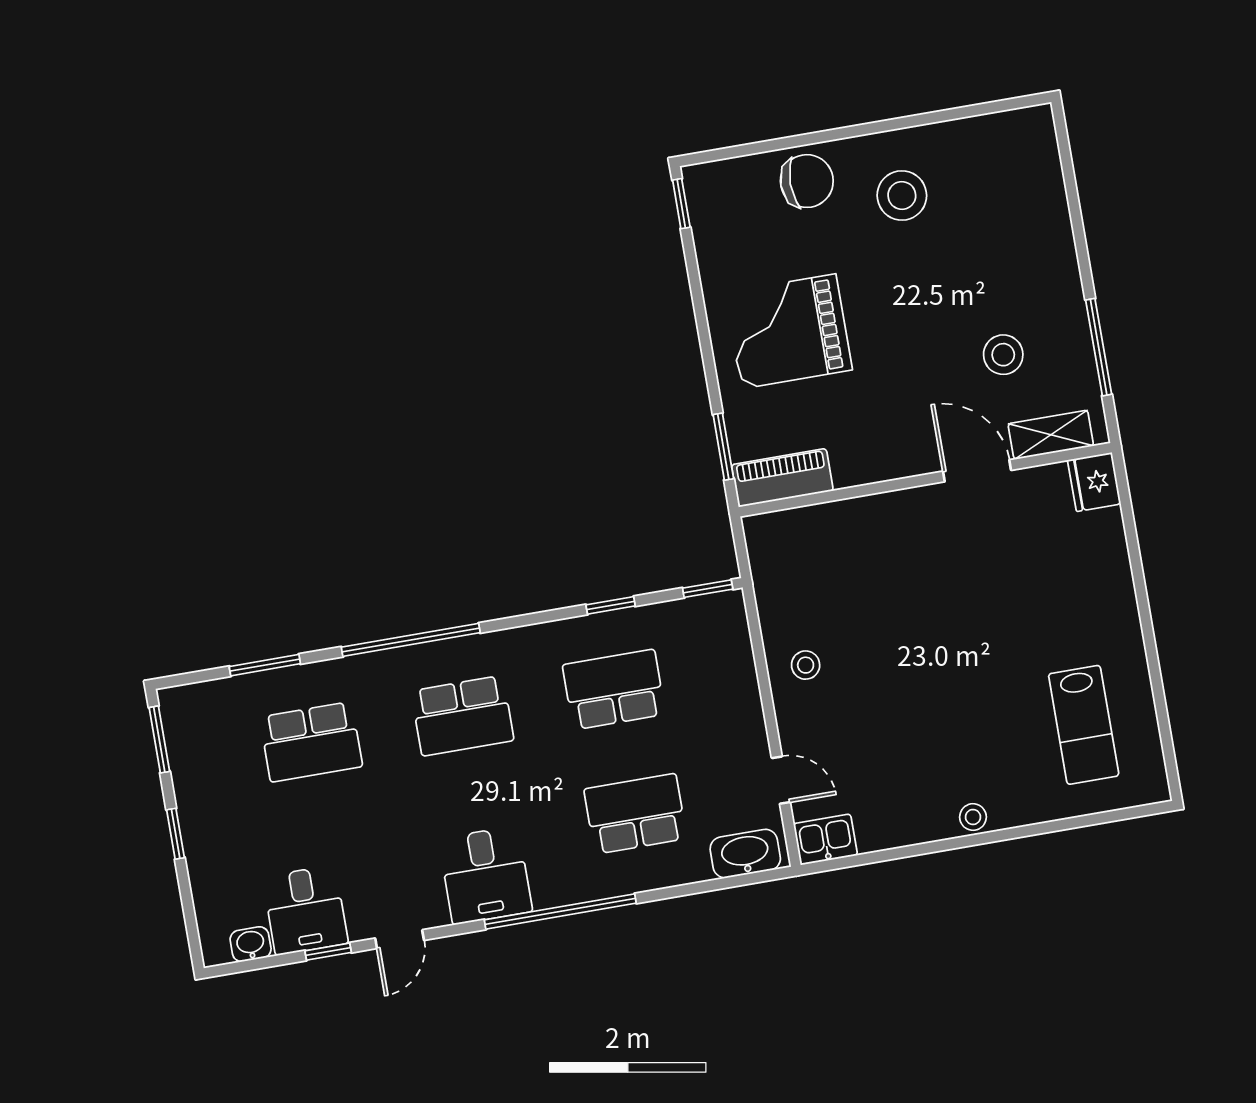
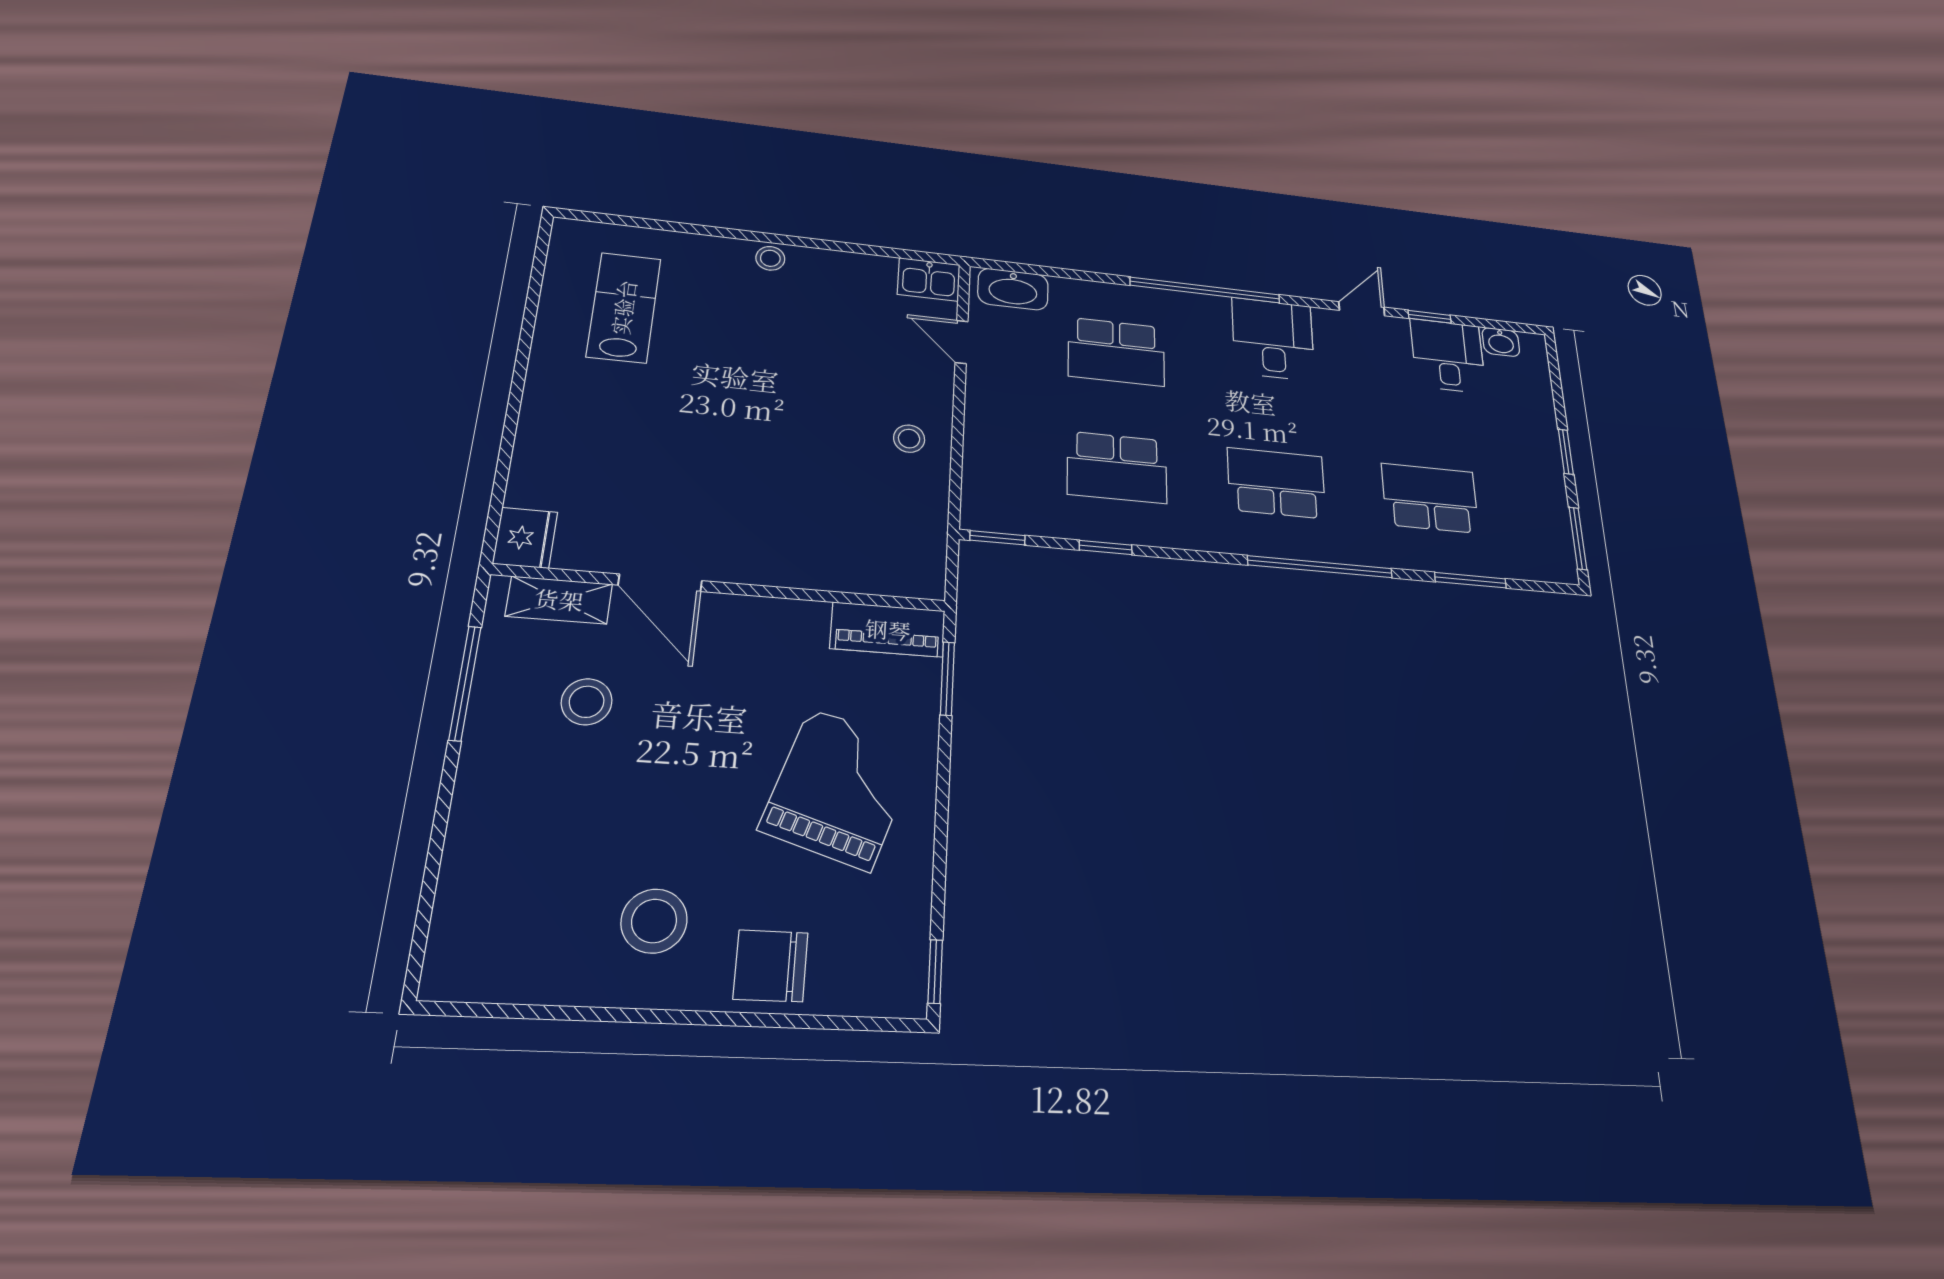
grand piano: (789, 331) -> (840, 788), turned -72

